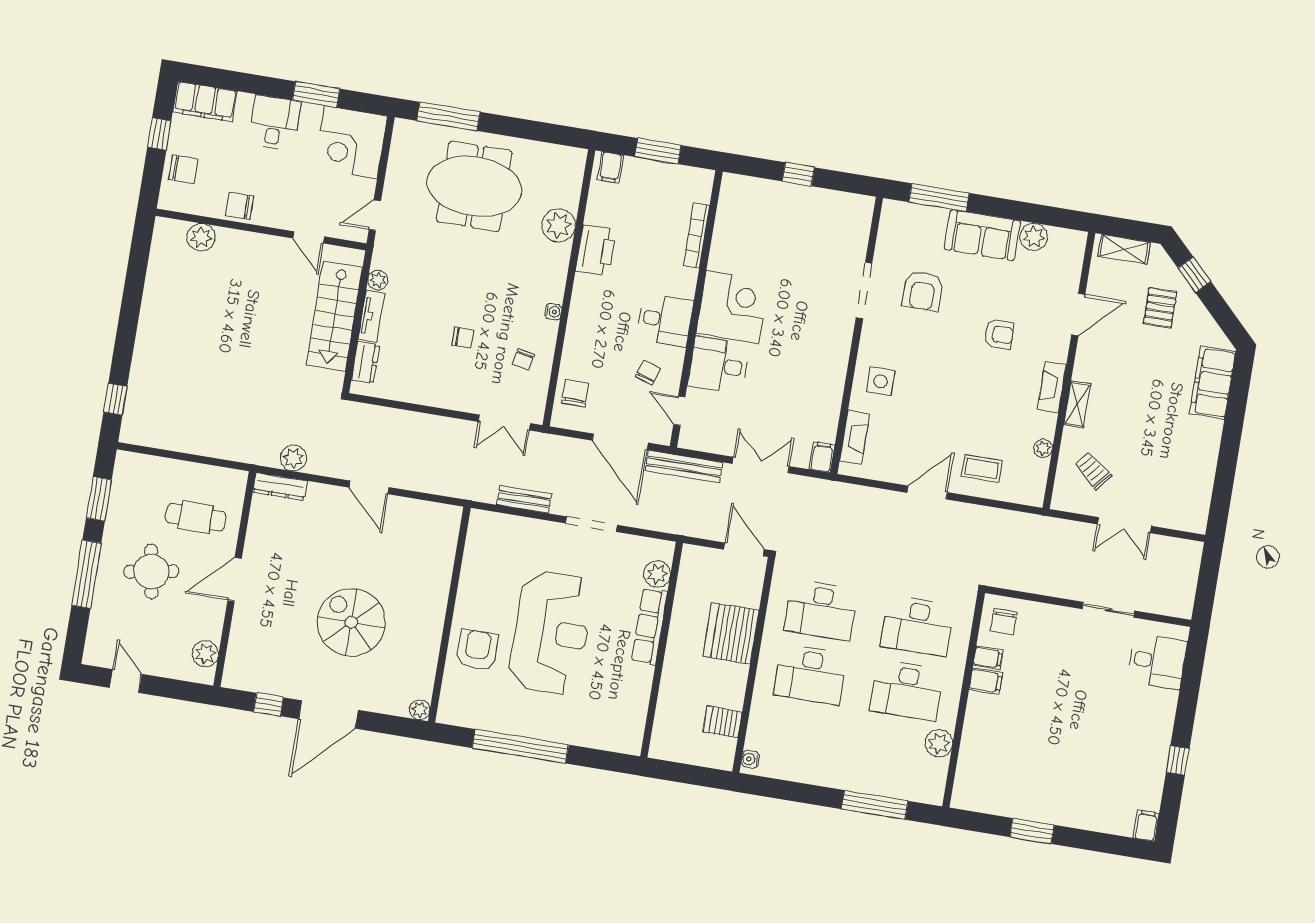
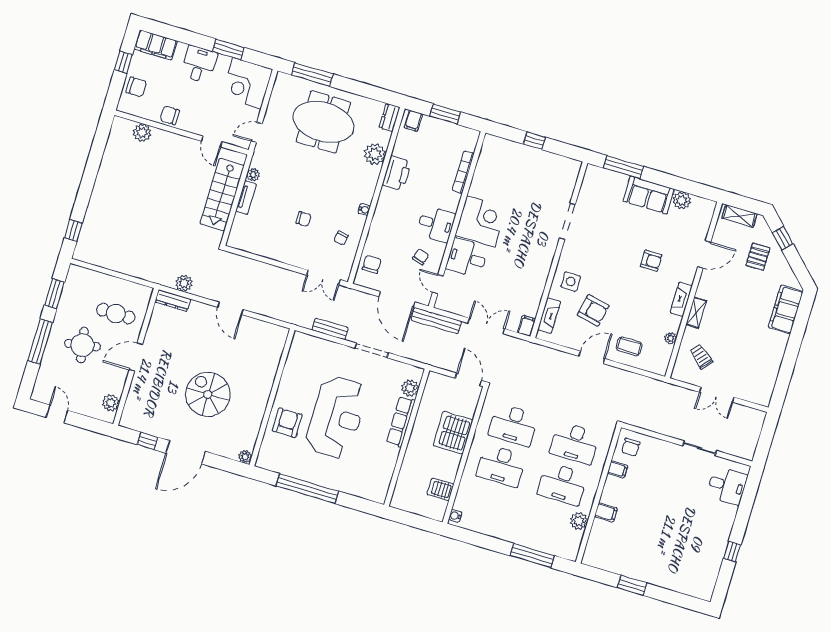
armchair: (923, 291) -> (593, 310), moved, turned -78
dresser: (365, 362) -> (390, 117), moved, turned 180
filing cabinet: (986, 681) -> (606, 512), moved
filing cabinet: (1146, 826) -> (706, 591), removed

